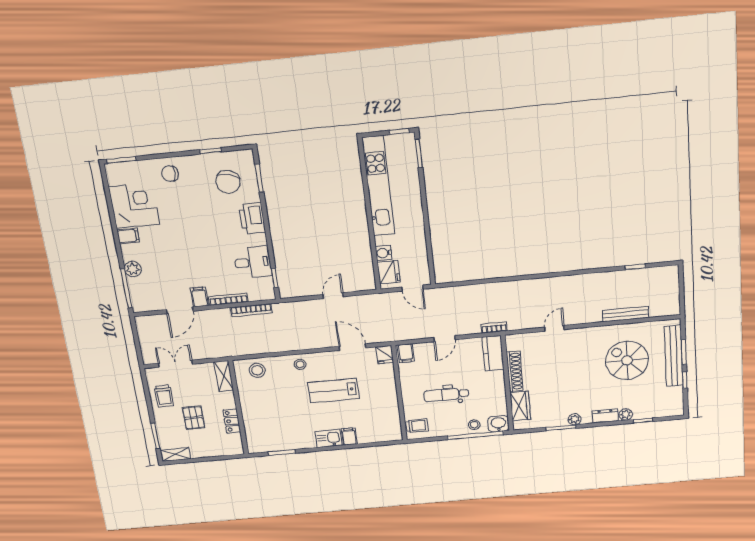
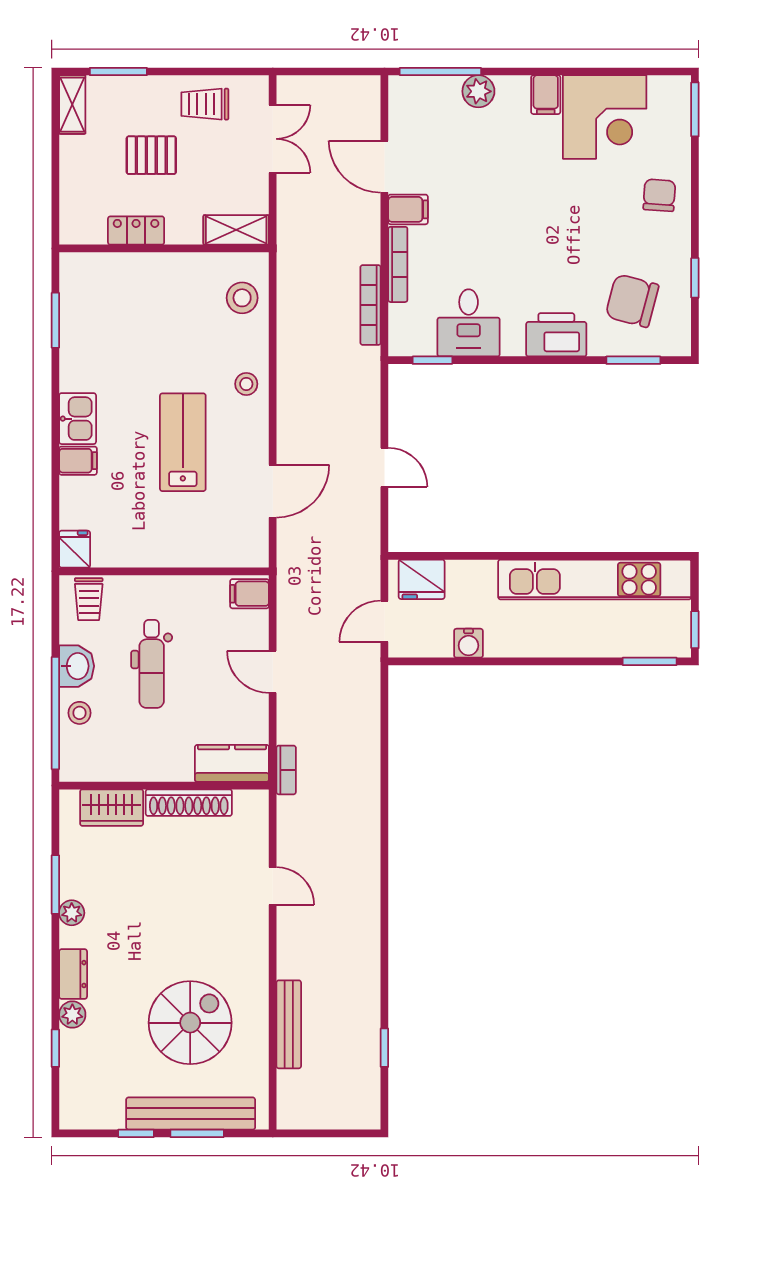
water cooler: (384, 253) -> (468, 643), moved, turned 180
fridge: (385, 355) -> (75, 549), moved, turned 90
dental chair: (446, 395) -> (152, 664), turned 180
washbasin: (498, 424) -> (77, 666), moved

